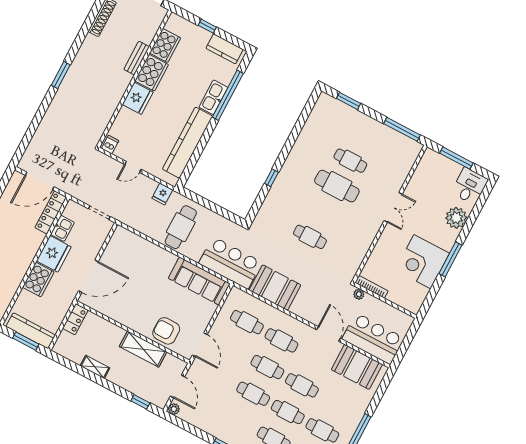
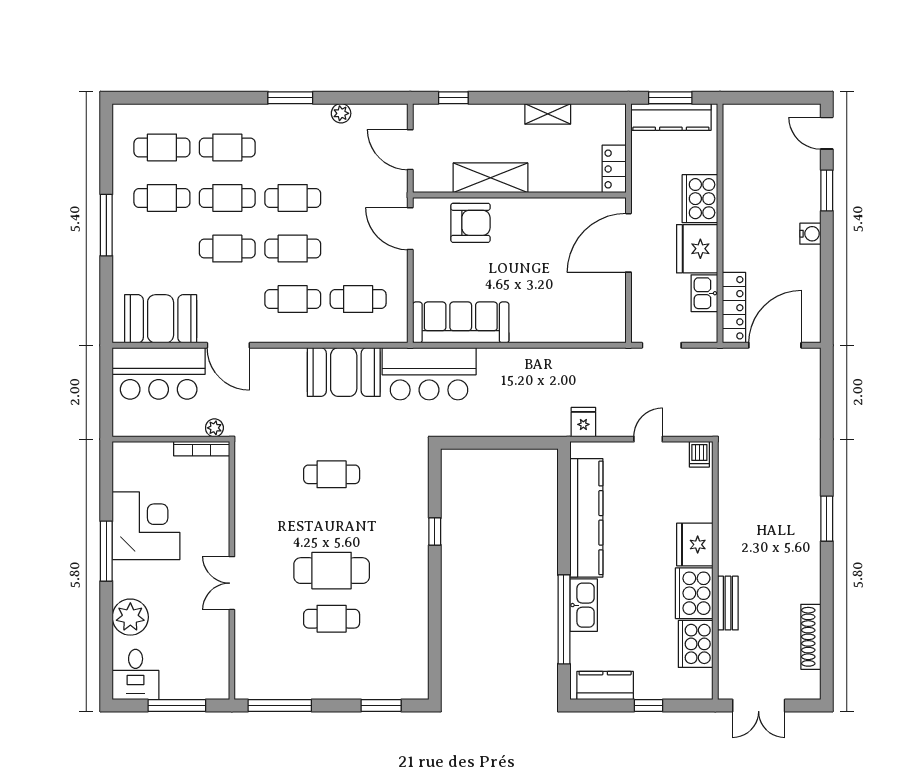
cafe table: (181, 227) -> (530, 388), removed
plant: (174, 409) -> (341, 113), moved

